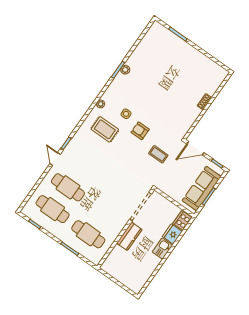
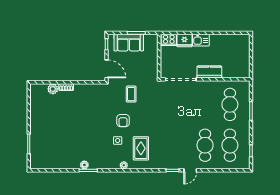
plant: (211, 89) -> (53, 89), added
sofa: (202, 189) -> (129, 43), width x0.73

